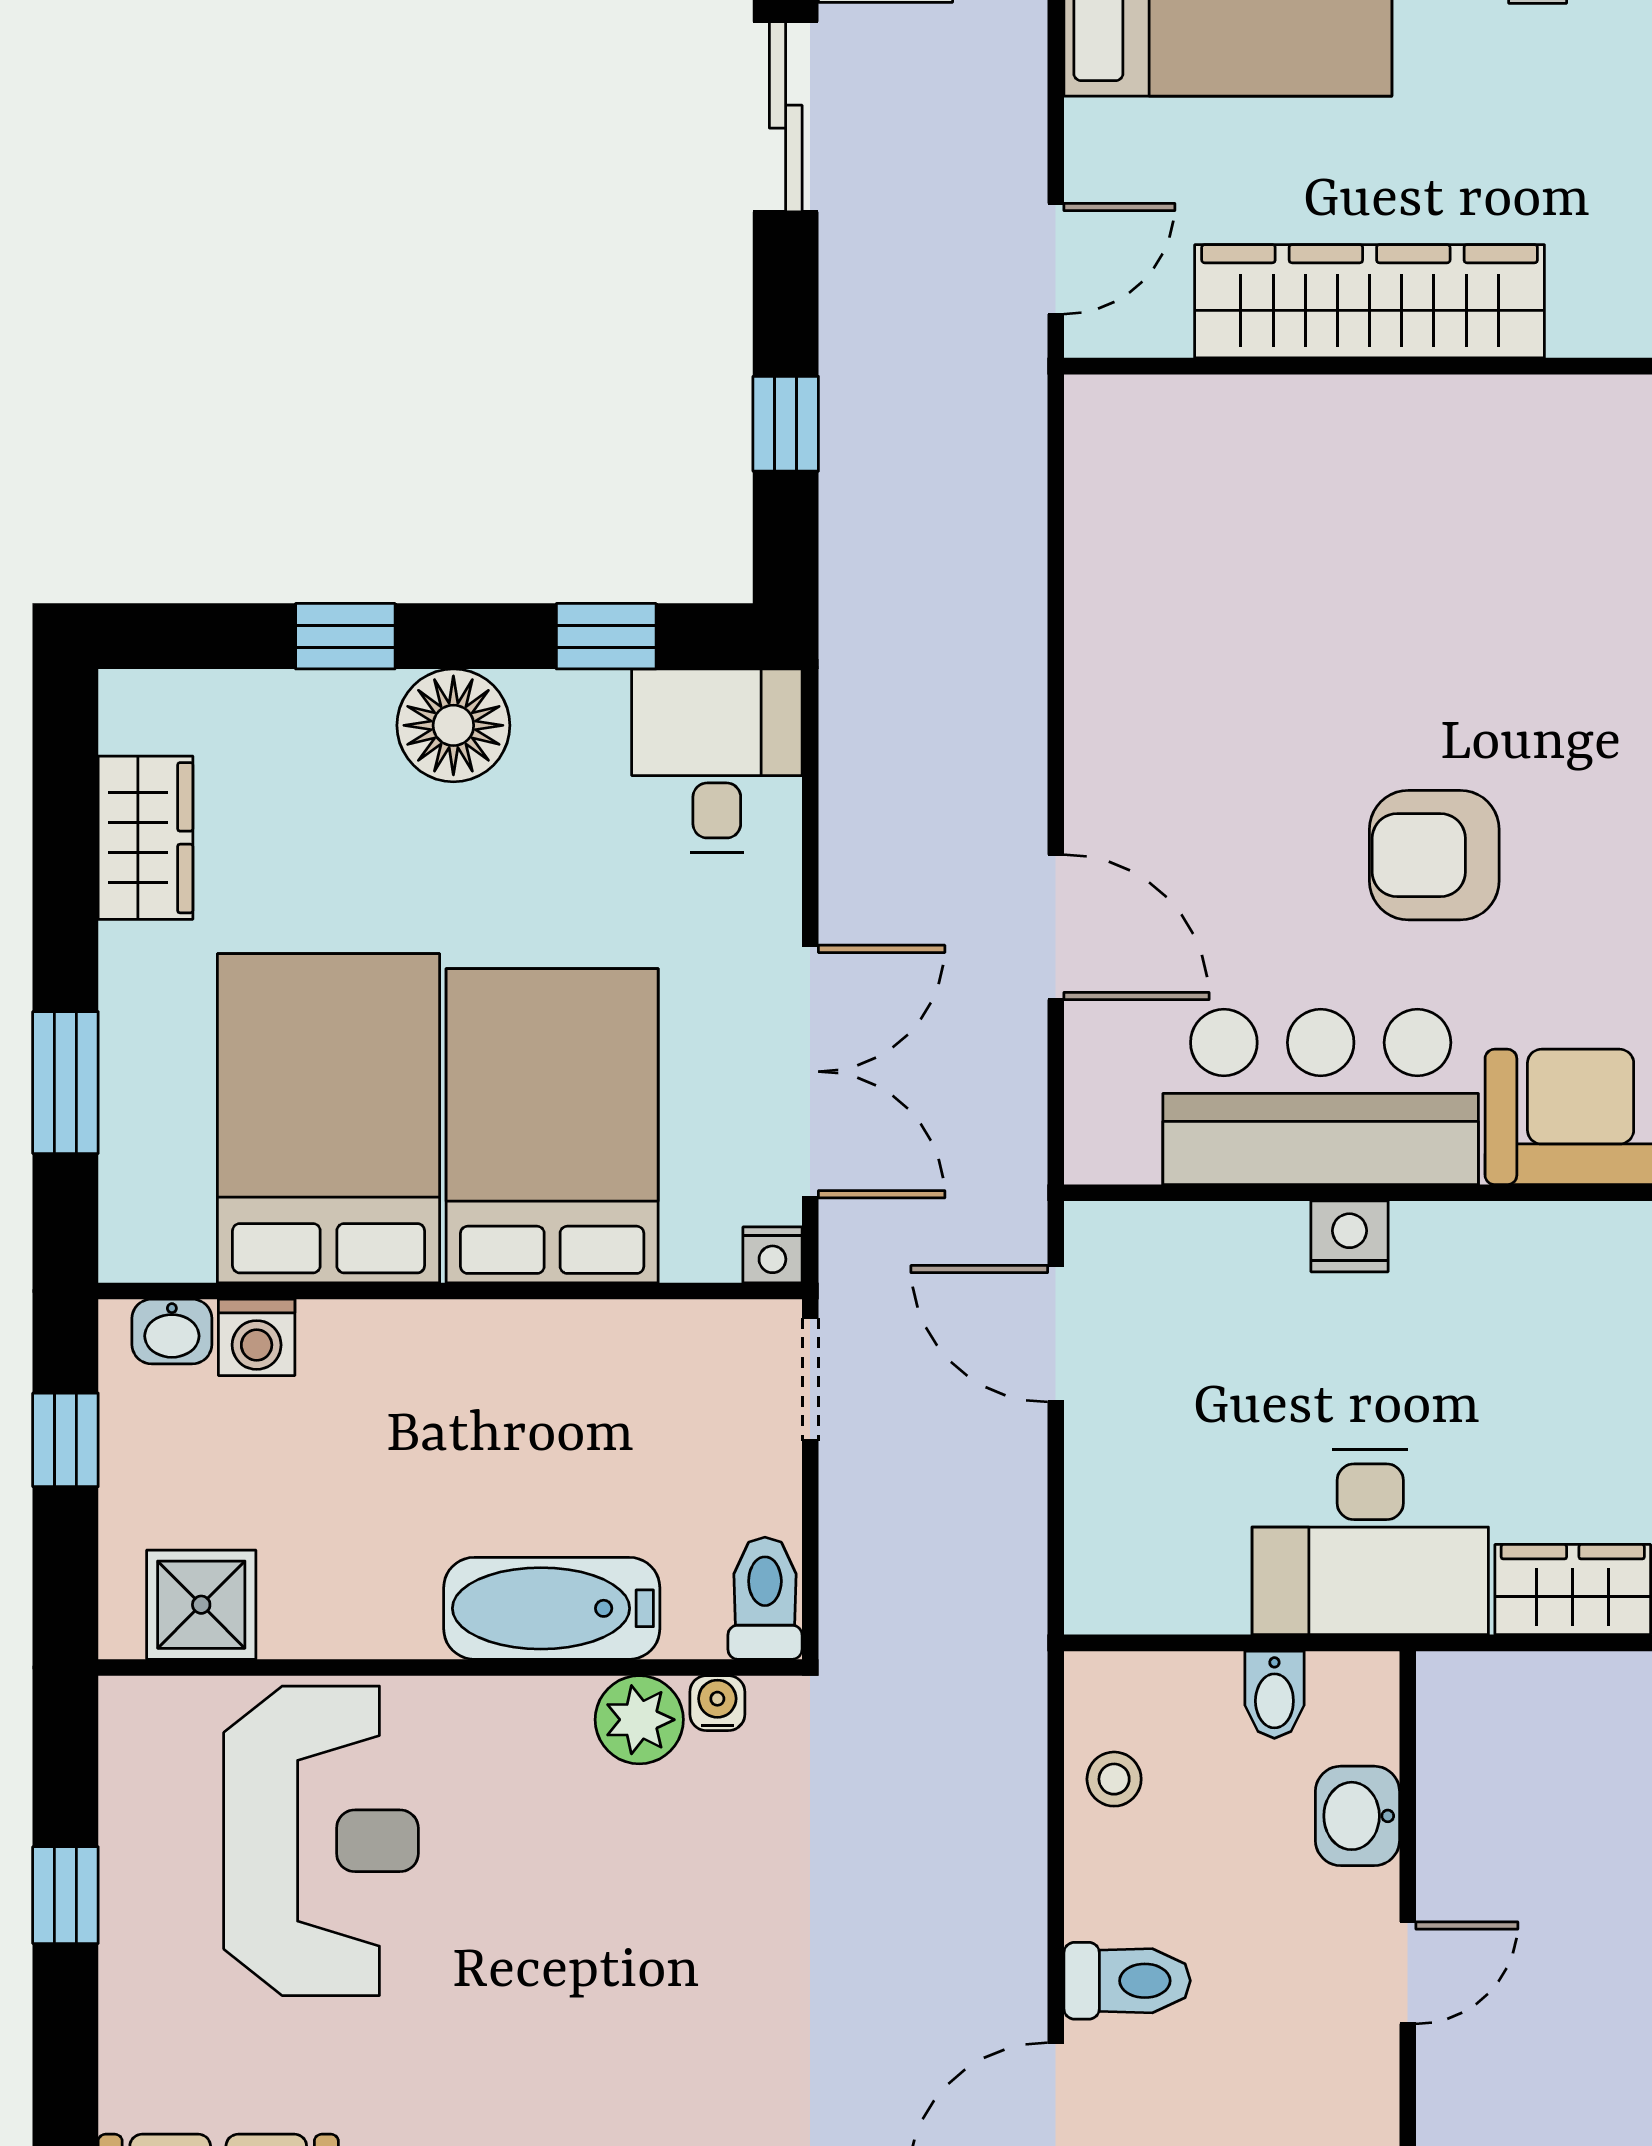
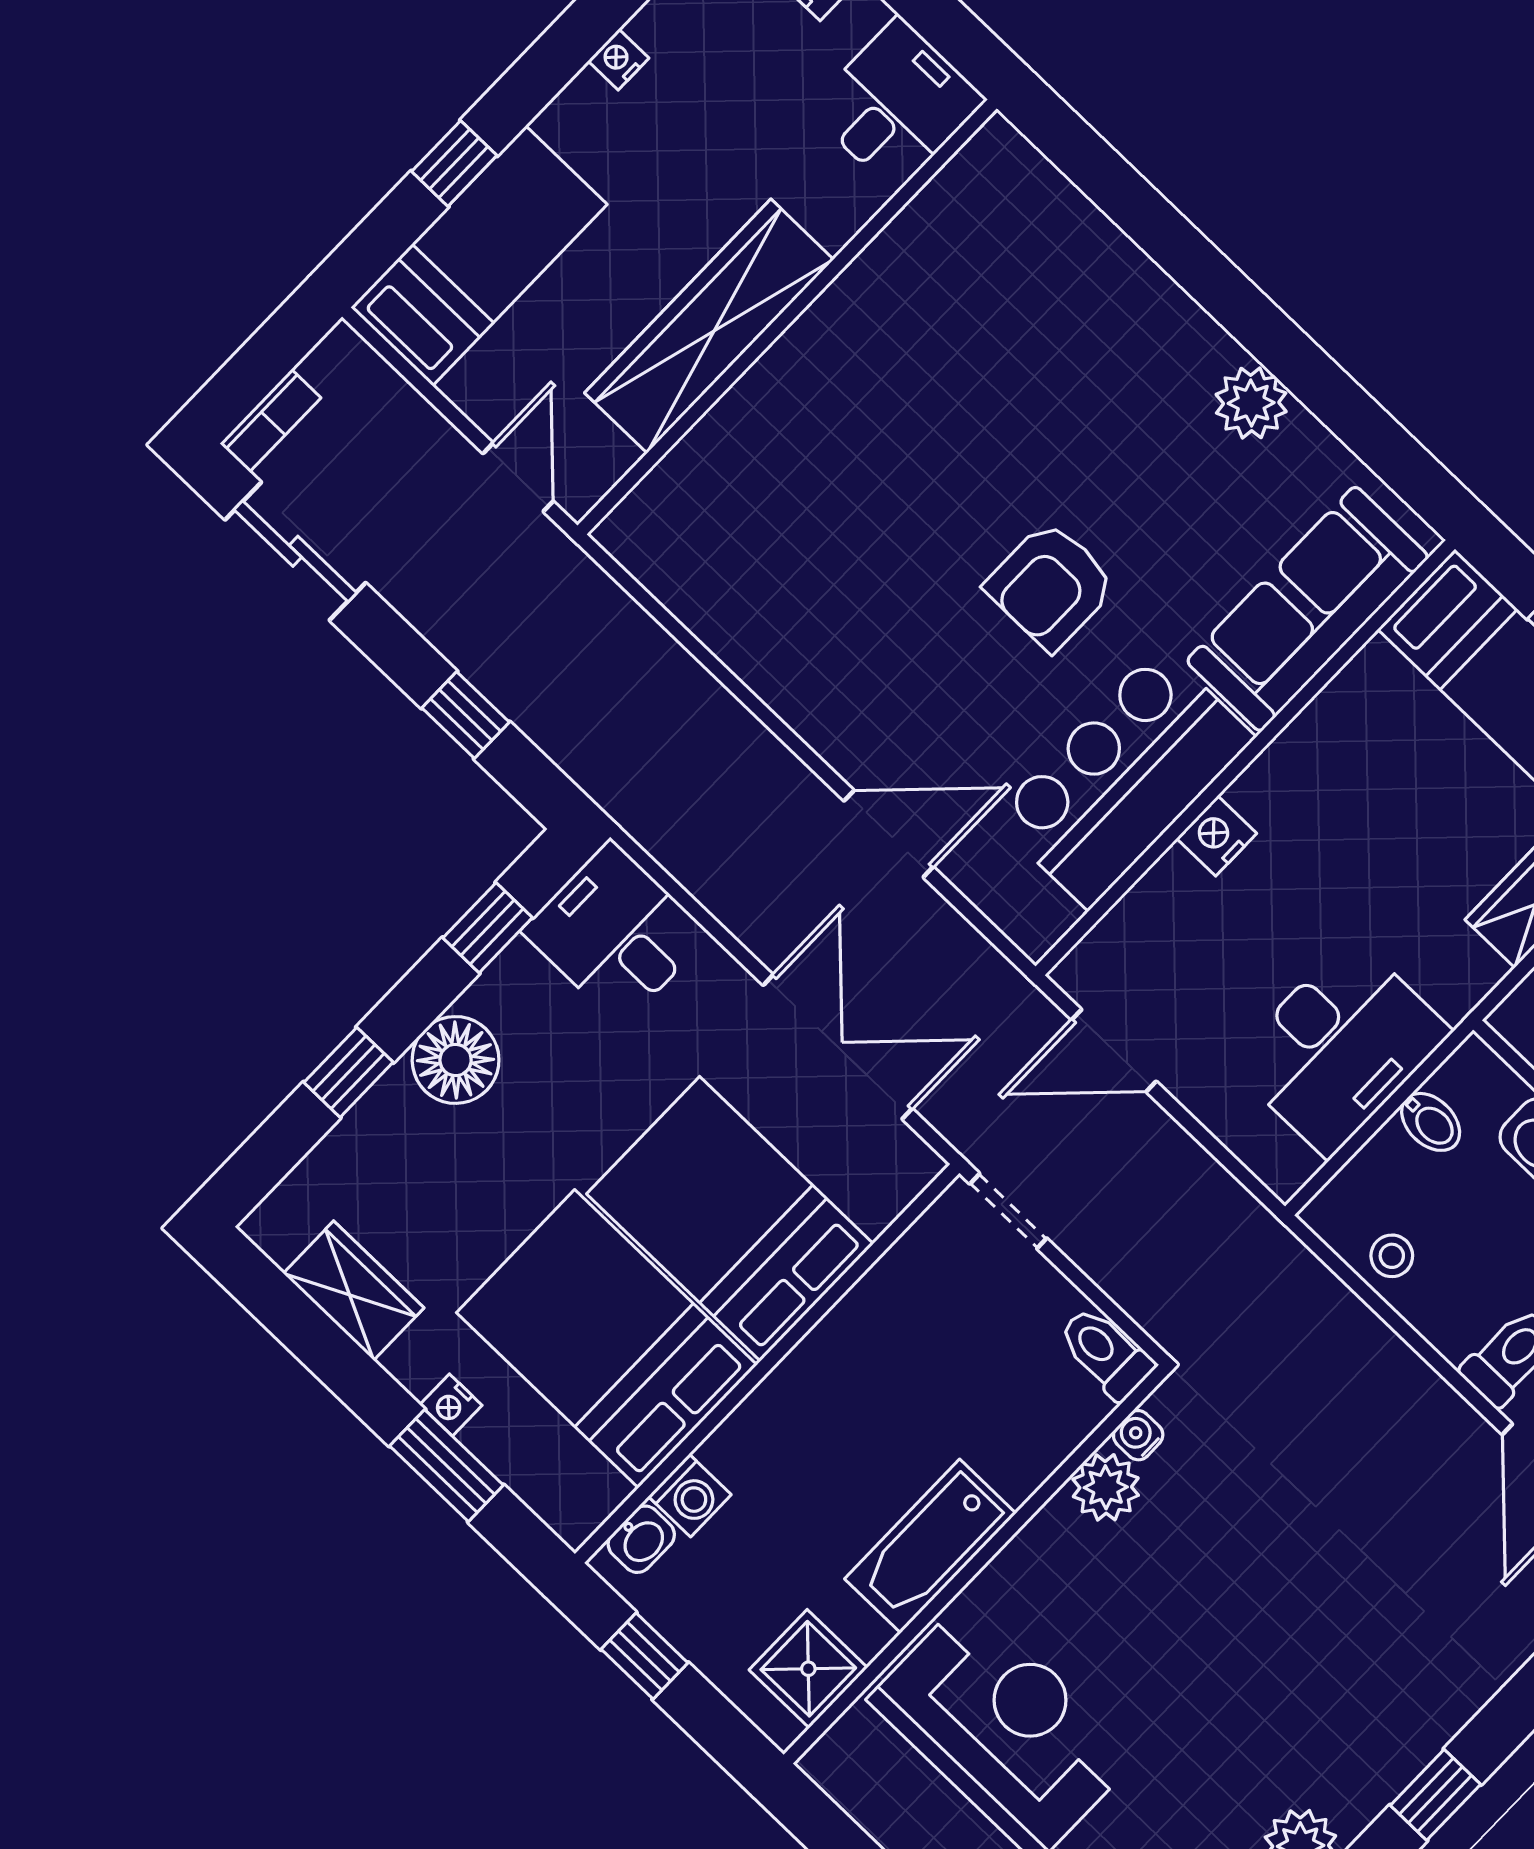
nightstand: (772, 1255) -> (451, 1405), moved, turned 90
desk: (1370, 1542) -> (1340, 1047), moved
bathtub: (552, 1608) -> (930, 1546), moved

